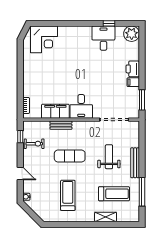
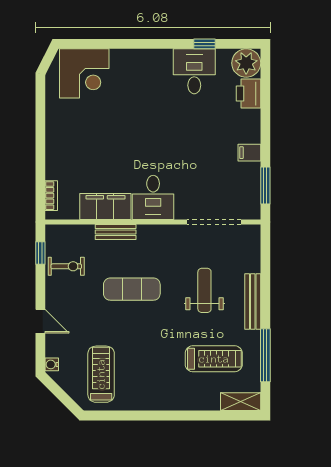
printer: (133, 69) -> (248, 94), moved
treadmill: (68, 195) -> (101, 374), moved
shelving: (106, 217) -> (241, 402), moved

